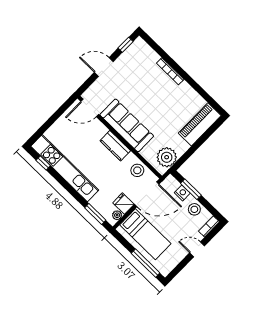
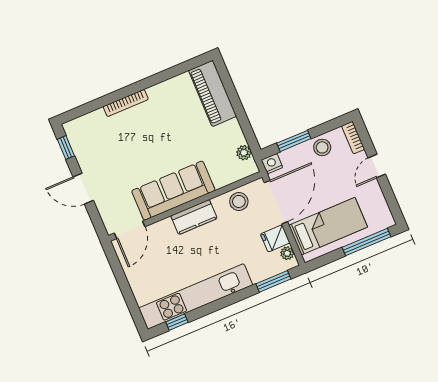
door: (104, 67) -> (83, 189), hinge flipped
plant: (167, 157) -> (244, 153), width x0.53, depth x0.53
nightstand: (182, 193) -> (272, 164), moved

